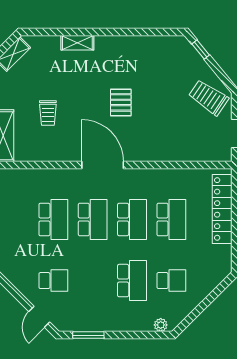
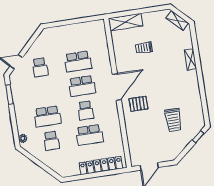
trolley: (208, 97) -> (173, 120), moved, turned 146
pallet: (121, 102) -> (138, 104), moved
school desk: (132, 219) -> (86, 110), width x0.54

